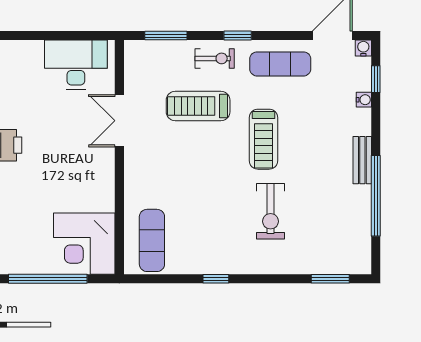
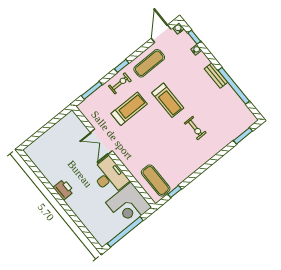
desk: (76, 64) -> (109, 176), moved, turned 90
treadmill: (198, 106) -> (129, 109), turned 180
exercise bike: (270, 211) -> (195, 128), width x0.73, depth x0.72
window: (216, 279) -> (175, 192), moved

